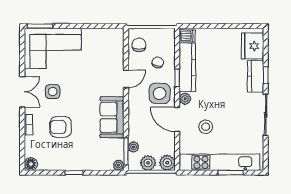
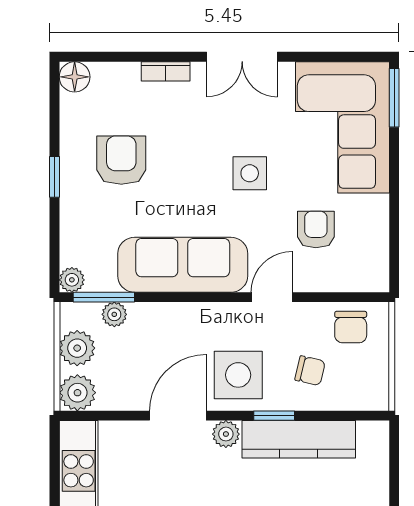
dishwasher: (187, 36) -> (372, 439), removed
chair: (139, 45) -> (351, 327), turned 90
armchair: (97, 60) -> (316, 229), added
door: (126, 79) -> (272, 297), swing flipped
side table: (53, 92) -> (250, 173), moved
sofa: (112, 117) -> (183, 265), width x1.36
armchair: (61, 127) -> (121, 160), moved
stool: (206, 127) -> (161, 482), removed

